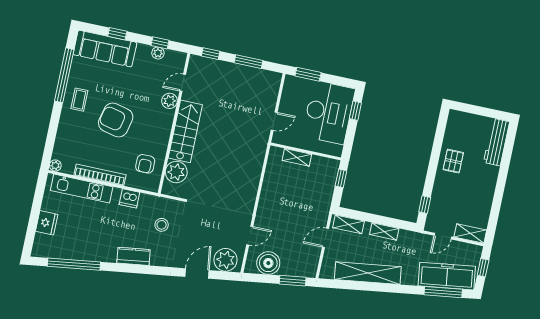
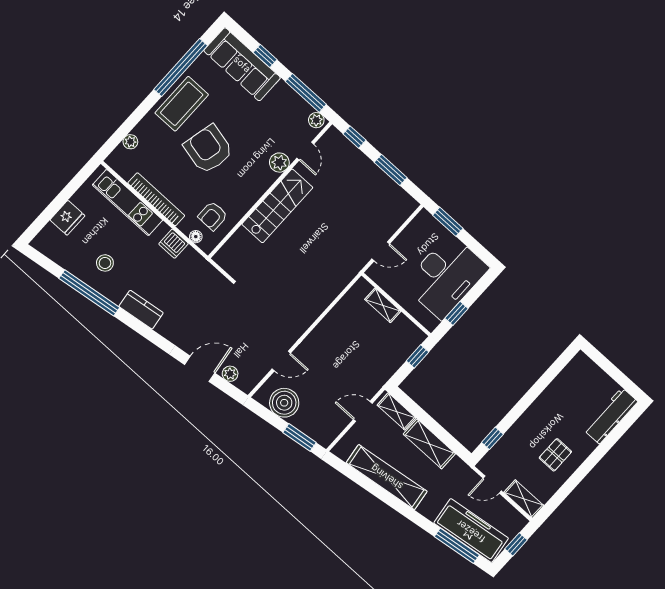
window: (160, 43) -> (306, 93), width x2.17
plant: (158, 53) -> (316, 120), moved
door: (183, 83) -> (305, 151), swing flipped
coffee table: (79, 100) -> (182, 104), width x1.86, depth x1.72
window: (355, 111) -> (456, 313), moved
pallet: (453, 161) -> (555, 455), moved
plant: (55, 166) -> (130, 142), moved
plant: (176, 172) -> (241, 245), removed
floor lamp: (142, 185) -> (196, 237), added
stool: (162, 225) -> (105, 263), moved
shelving: (384, 231) -> (429, 444), width x1.50, depth x1.33
plant: (226, 260) -> (230, 374), width x0.53, depth x0.53
window: (74, 264) -> (89, 293), moved

